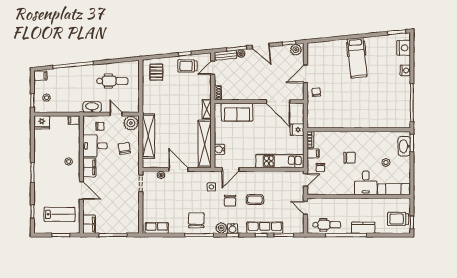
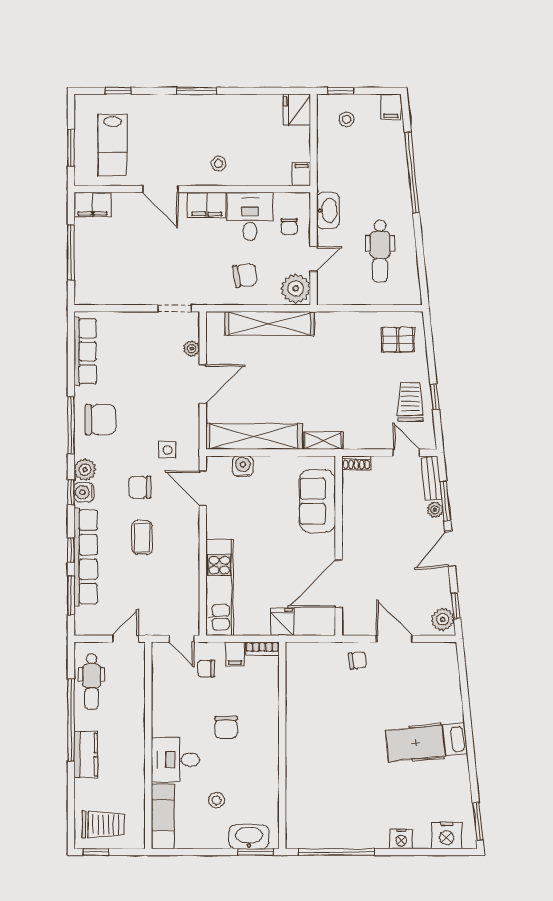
door: (81, 190) -> (160, 189), hinge flipped
trolley: (398, 219) -> (103, 825), turned 90
row of seats: (157, 228) -> (85, 351), width x1.48
row of seats: (265, 228) -> (86, 557), width x1.36

